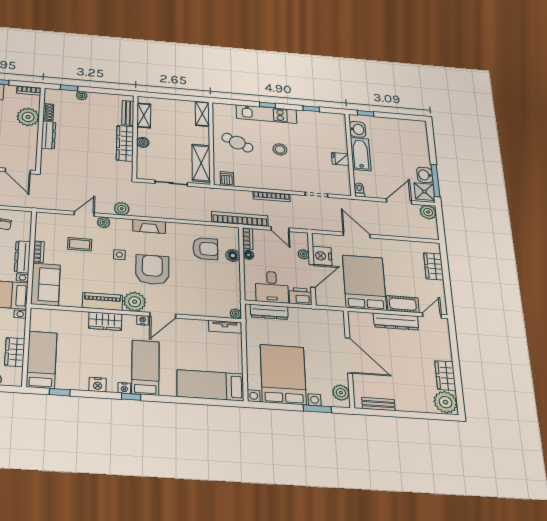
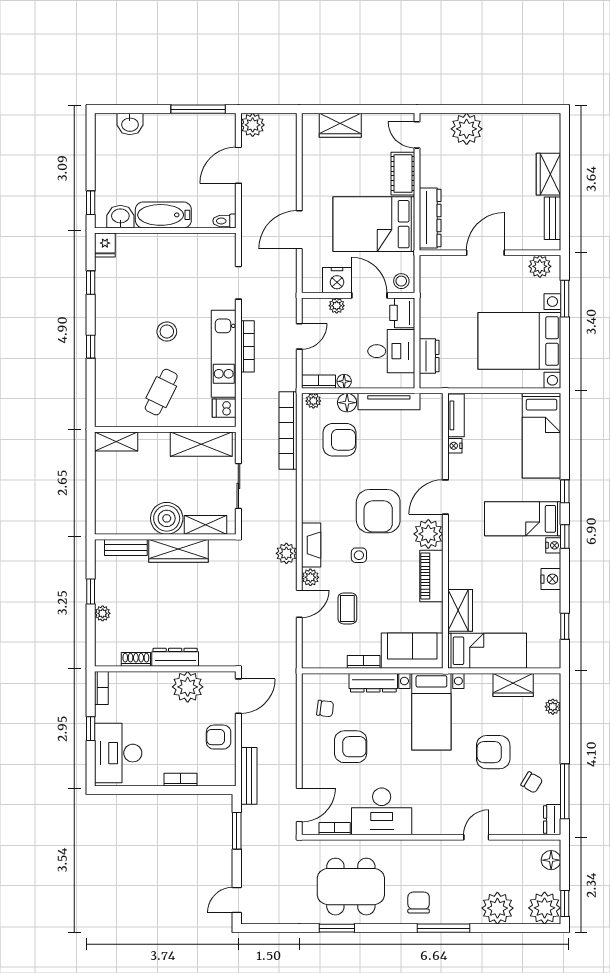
window: (69, 88) -> (91, 592), moved
kitchen unit: (266, 114) -> (224, 354), moved, turned 180
shelving: (144, 115) -> (206, 525), moved
plant: (28, 117) -> (188, 687), moved
boiler: (143, 142) -> (167, 518), width x1.86, depth x1.86
fridge: (340, 159) -> (105, 245), moved
washbasin: (425, 175) -> (130, 124), moved
shower: (424, 192) -> (218, 127), removed
door: (399, 201) -> (238, 165), hinge flipped
door: (84, 214) -> (299, 604), swing flipped
bookcase: (240, 219) -> (288, 430), moved
fireplace: (149, 226) -> (311, 545), moved
armchair: (205, 249) -> (340, 440), turned 90
armchair: (152, 270) -> (378, 511), turned -90
tv unit: (234, 283) -> (389, 402), added
stool: (324, 297) -> (401, 281), added
dresser: (269, 312) -> (429, 356), width x0.70
plant: (236, 314) -> (313, 401), moved
door: (163, 315) -> (445, 497), swing flipped
nightstand: (143, 320) -> (455, 446), moved
wardrobe: (105, 321) -> (460, 610), moved
dresser: (396, 322) -> (430, 218), moved
door: (349, 355) -> (485, 253), width x0.73
bed: (42, 360) -> (487, 651), moved, turned 180
wardrobe: (445, 376) -> (548, 174), moved, turned 90
window: (167, 399) -> (565, 491), added
plant: (446, 402) -> (467, 129), moved

